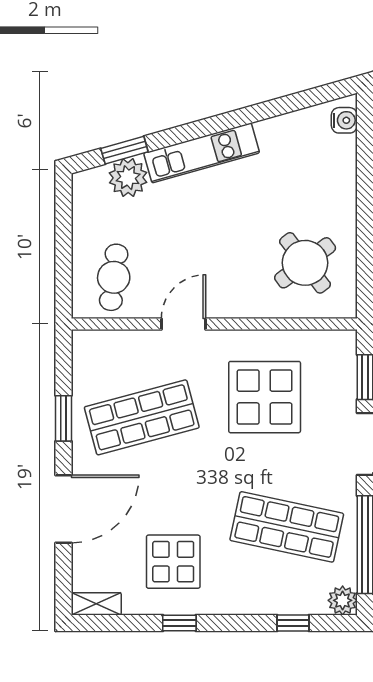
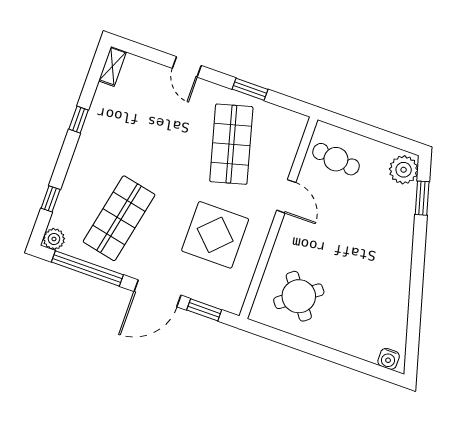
kitchen unit: (202, 153) -> (401, 251), removed
plant: (128, 178) -> (404, 170), moved
door: (63, 509) -> (187, 67), width x0.53
display table: (173, 562) -> (123, 130), removed

